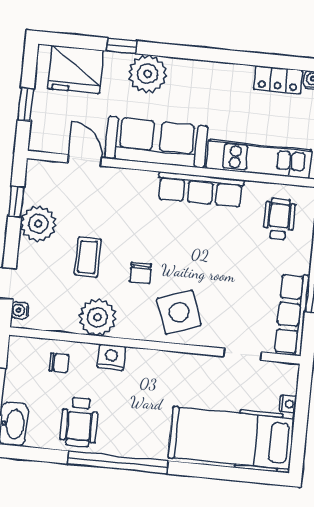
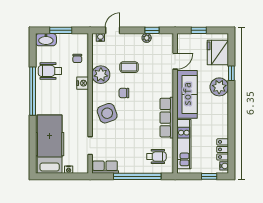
plant: (38, 224) -> (147, 38), width x0.53, depth x0.53
row of seats: (292, 314) -> (105, 167), width x0.68

